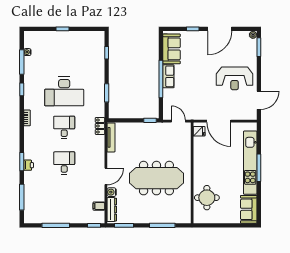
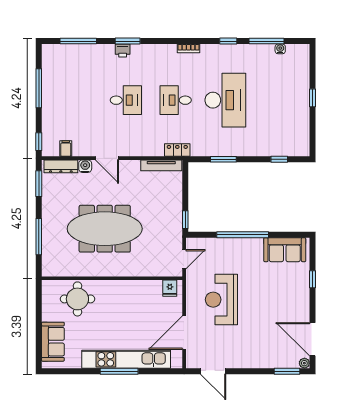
door: (220, 29) -> (312, 339), moved
row of seats: (168, 76) -> (246, 245), removed
reception desk: (235, 78) -> (221, 300), moved
desk: (64, 91) -> (225, 100), turned 180
door: (219, 121) -> (184, 333), moved
desk: (64, 127) -> (176, 100), turned 180
meeting table: (156, 178) -> (105, 229), turned 90
sofa: (249, 209) -> (53, 342), moved, turned 90

